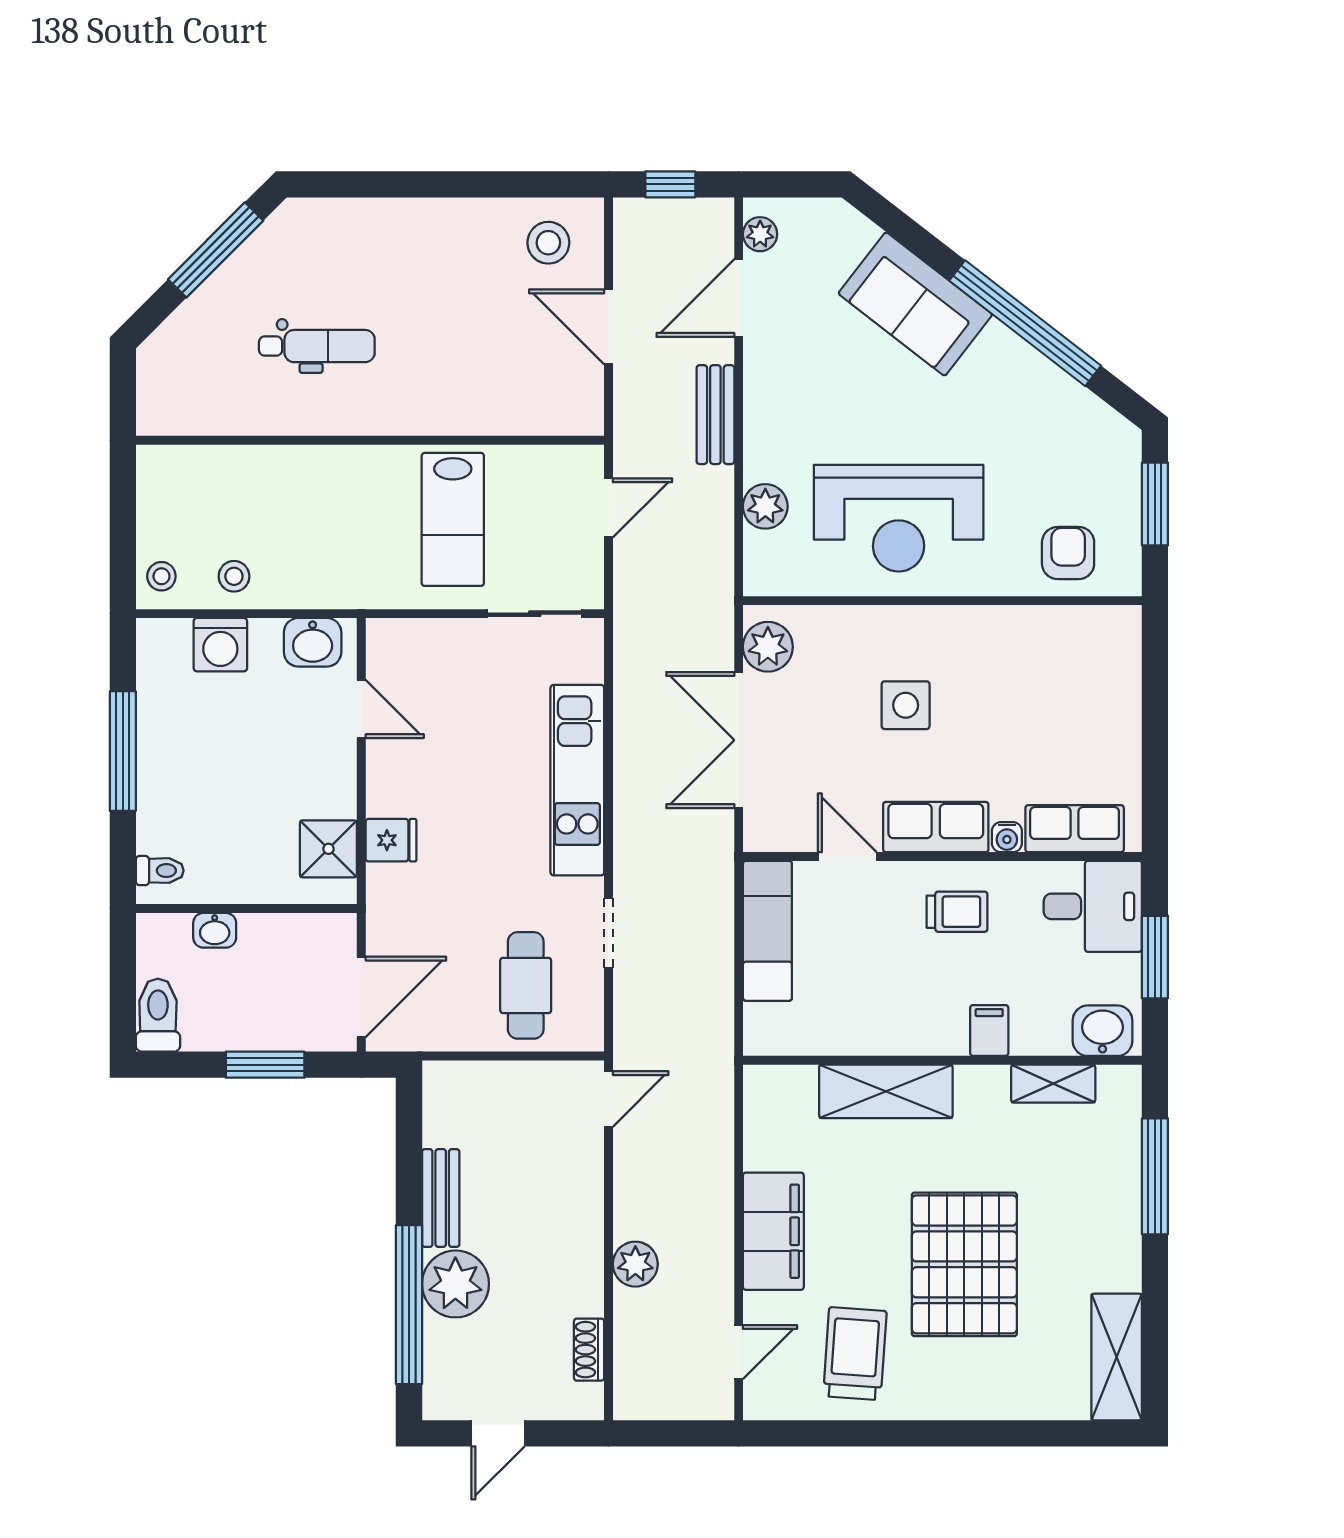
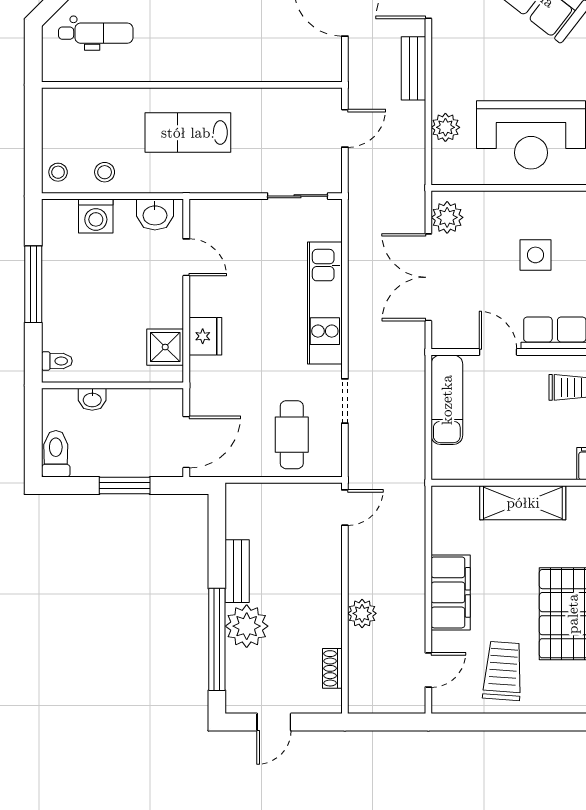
dental chair: (317, 346) -> (96, 33), moved
lab bench: (453, 519) -> (188, 133), moved, turned 90
fridge: (391, 840) -> (205, 336), width x1.38

